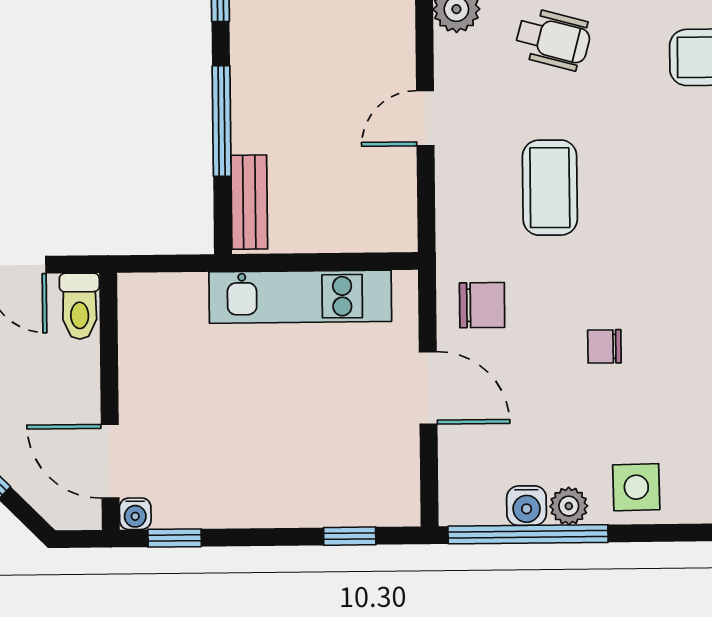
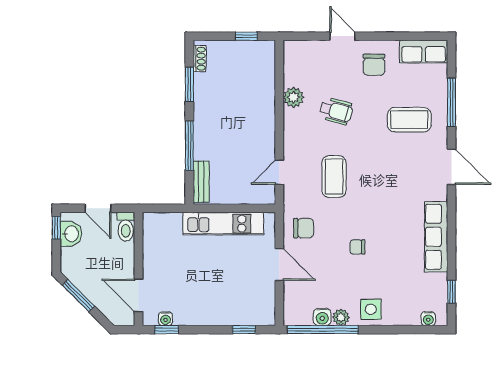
door: (425, 118) -> (279, 172), moved
water cooler: (135, 514) -> (166, 319), moved

